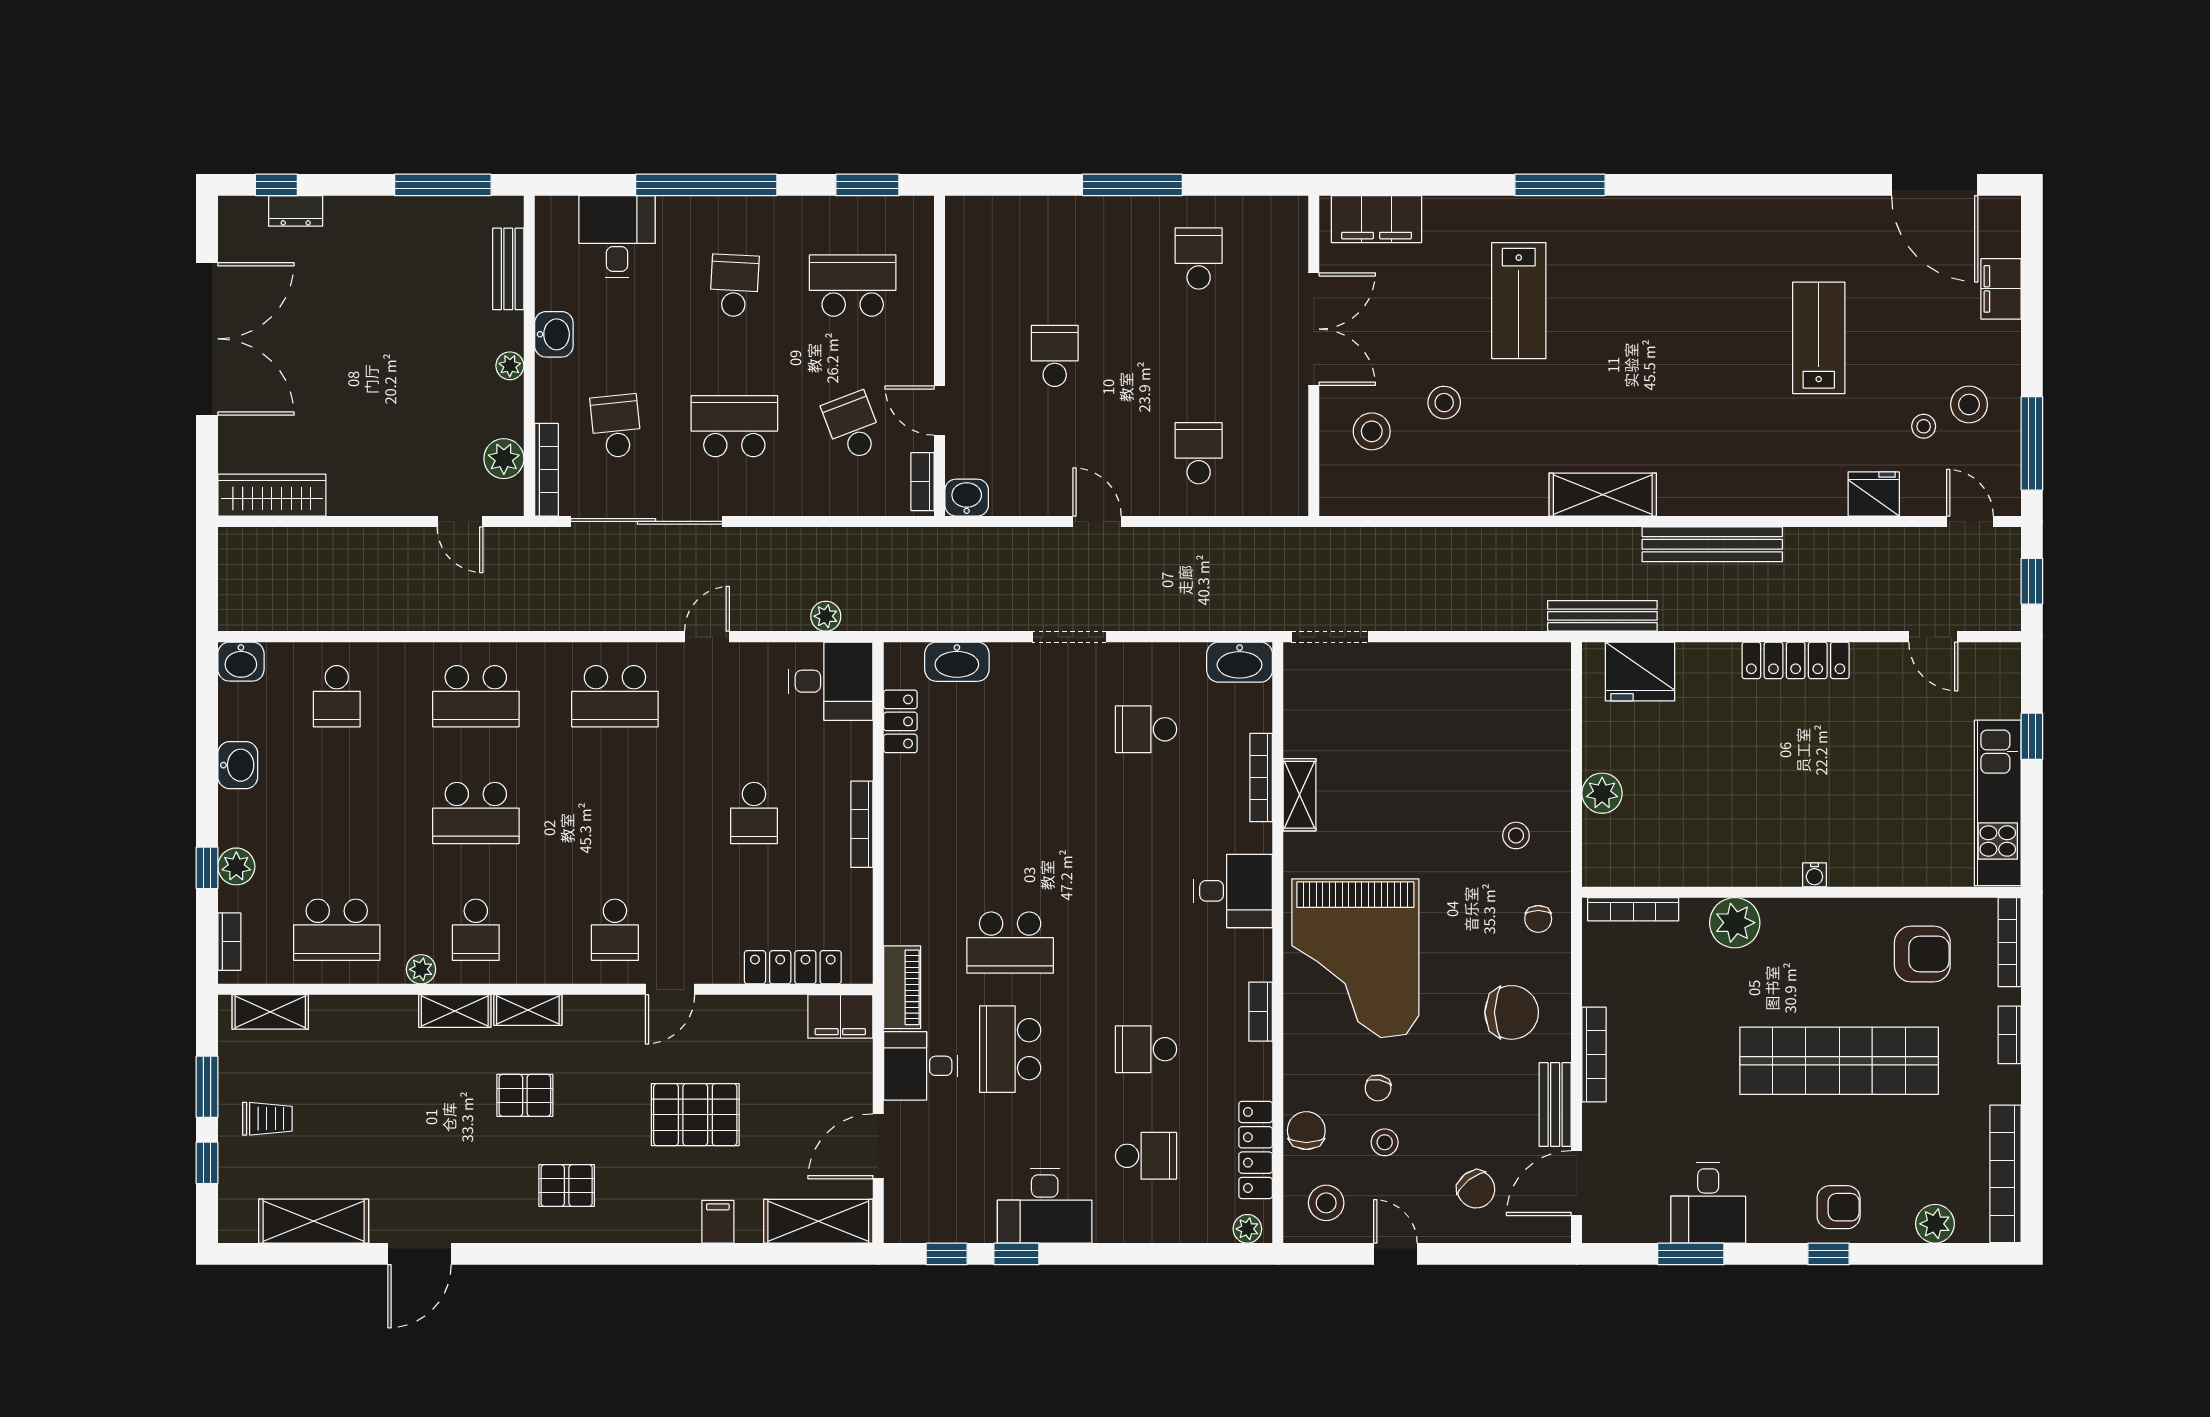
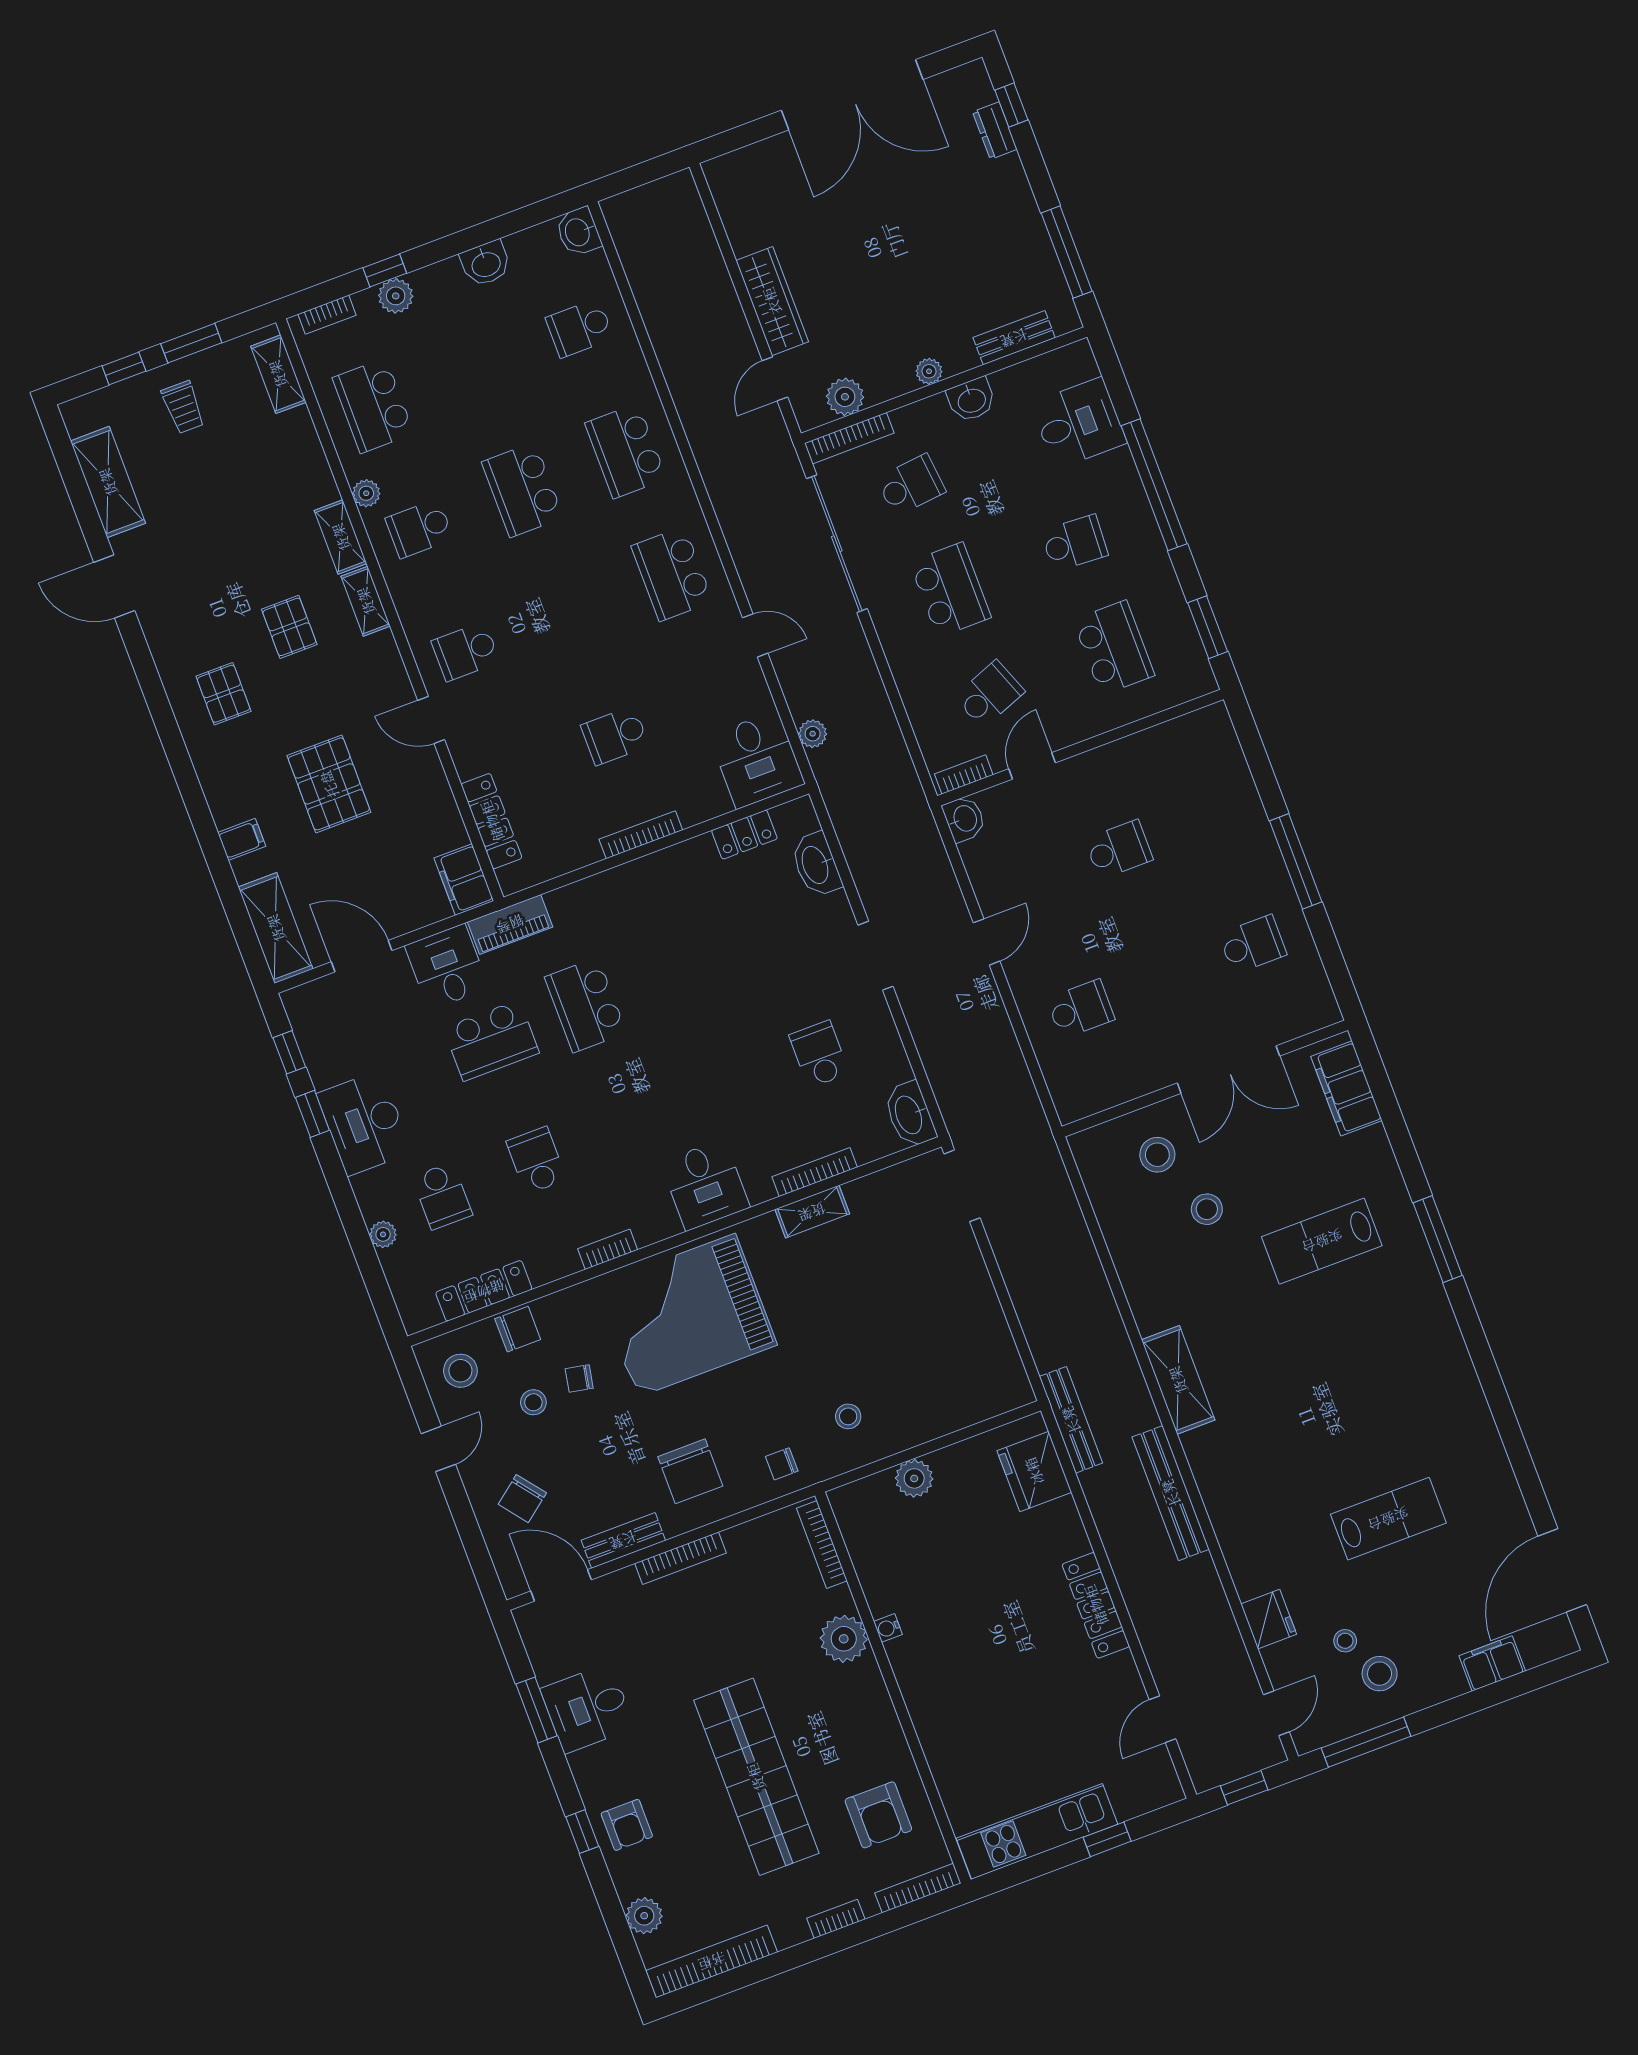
wardrobe: (272, 495) -> (772, 301), moved
water cooler: (1814, 875) -> (888, 1628), moved
school desk: (1010, 1049) -> (491, 1040), turned 180
plant: (1247, 1229) -> (383, 1234), moved

